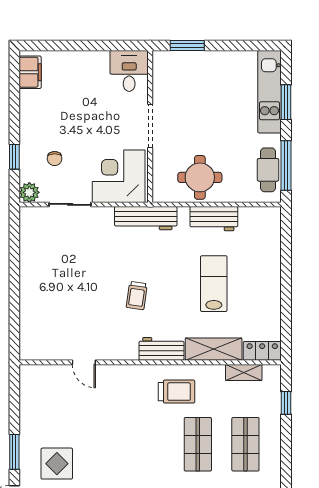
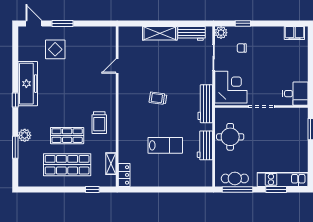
workbench: (161, 349) -> (192, 33), moved, turned 90
shelving: (214, 349) -> (160, 33), moved, turned 90
shop shelf: (245, 444) -> (67, 165), width x1.43, depth x1.36

